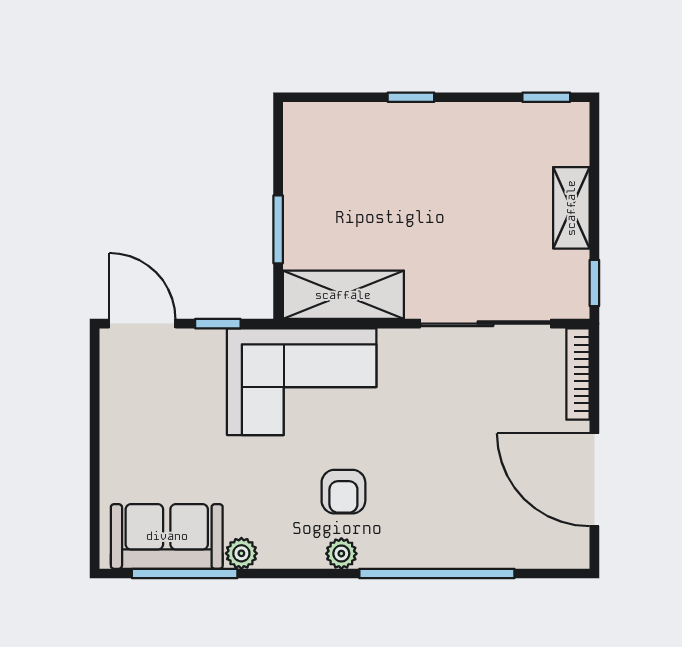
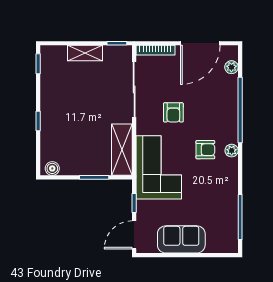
boiler: (299, 131) -> (52, 168), added
armchair: (431, 416) -> (173, 112), added
sofa: (167, 536) -> (181, 239), moved, turned 90
plant: (241, 553) -> (231, 67), moved

